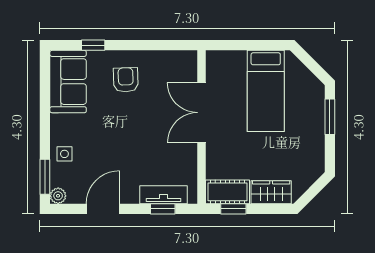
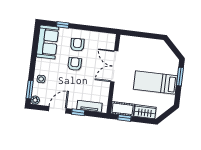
bed: (266, 91) -> (155, 83), moved, turned 90
armchair: (125, 117) -> (75, 64), added
window: (163, 209) -> (78, 112), moved

